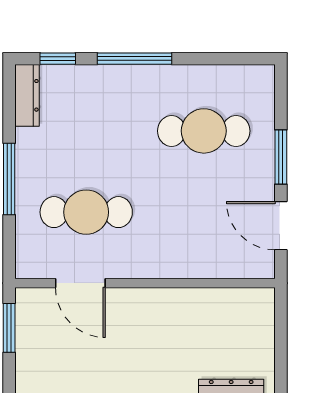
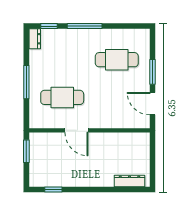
dresser: (27, 95) -> (35, 39), width x0.70
door: (80, 283) -> (77, 130), moved

